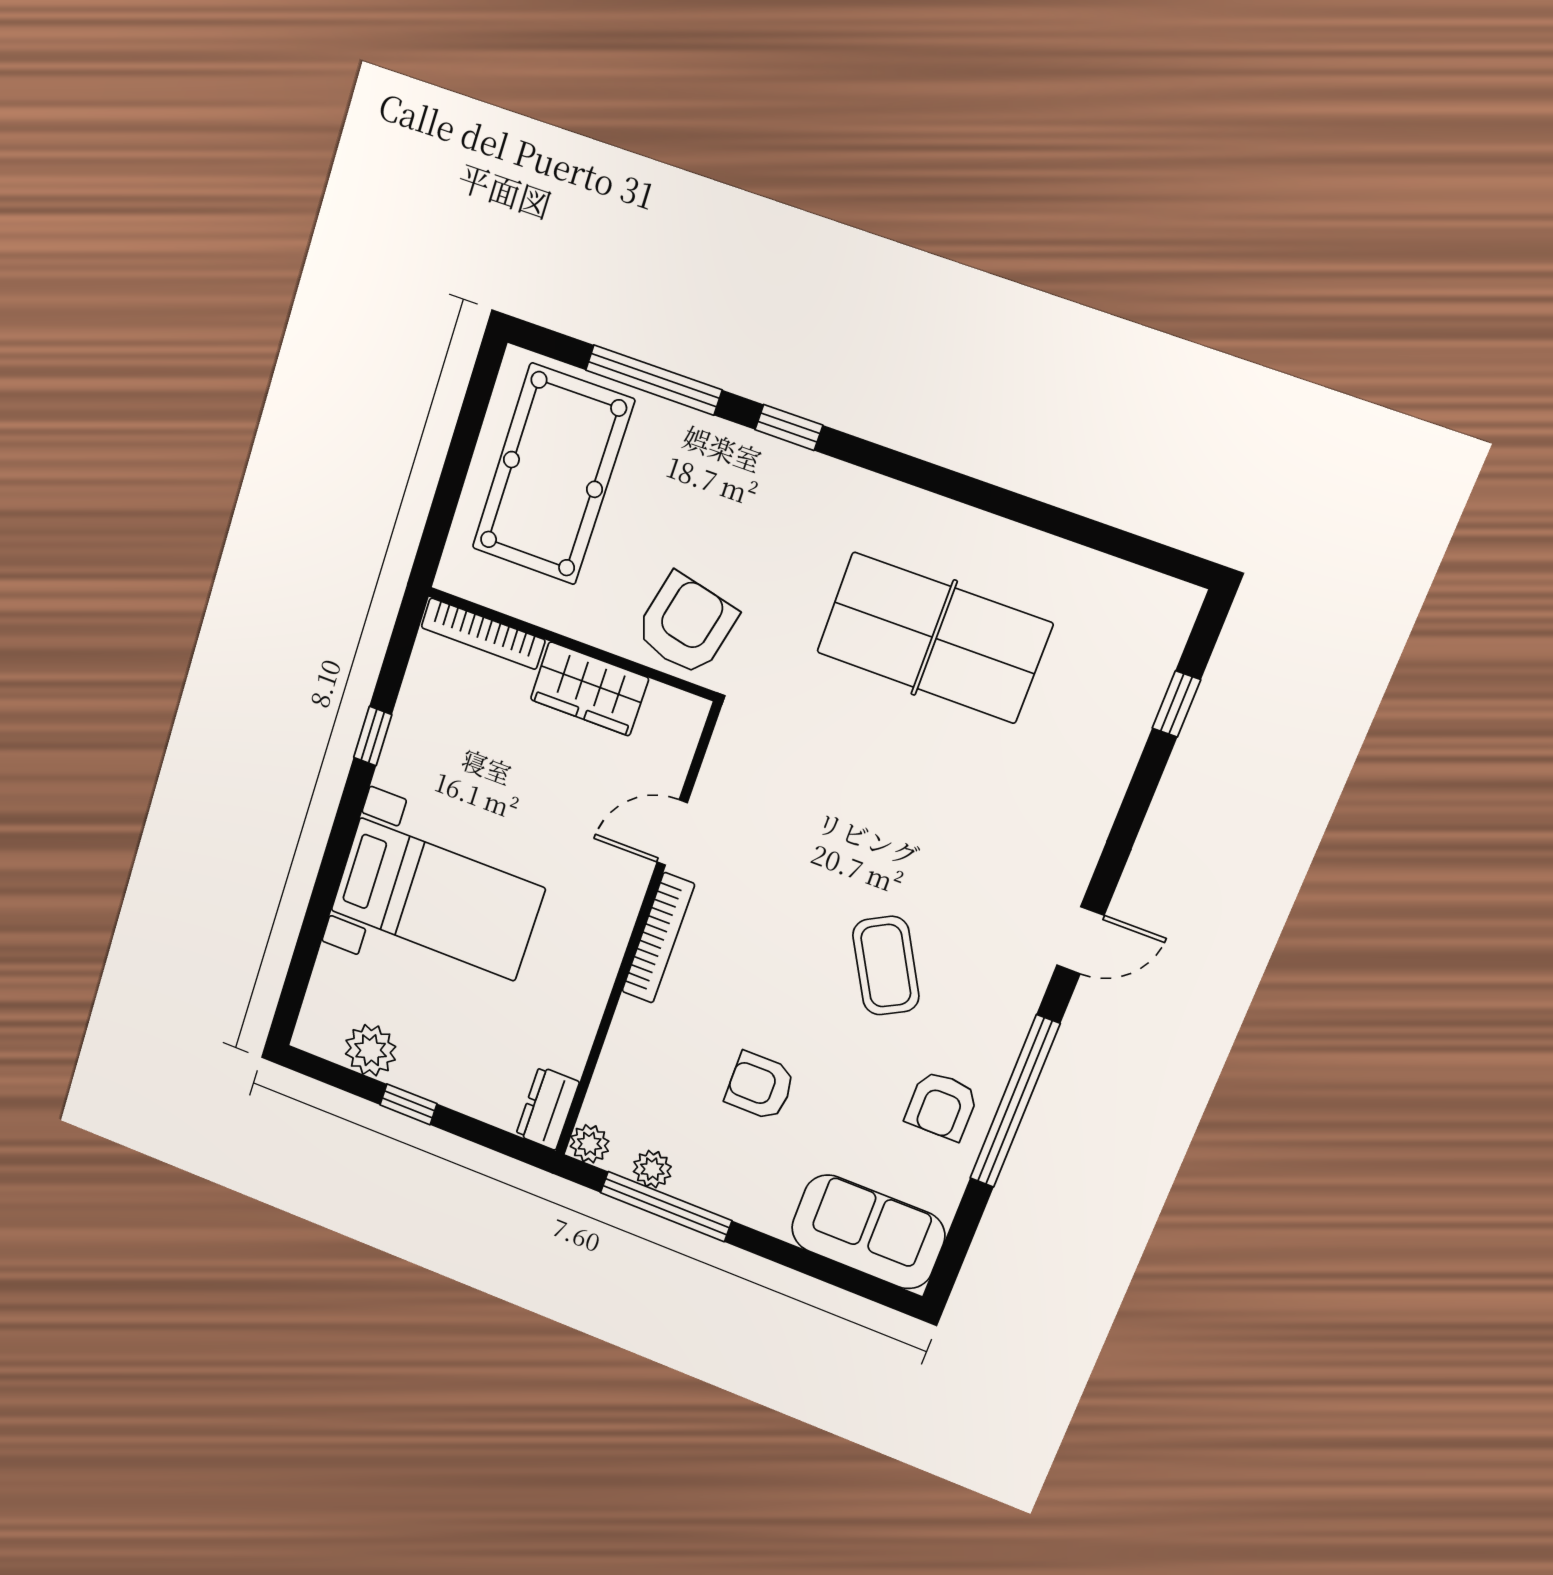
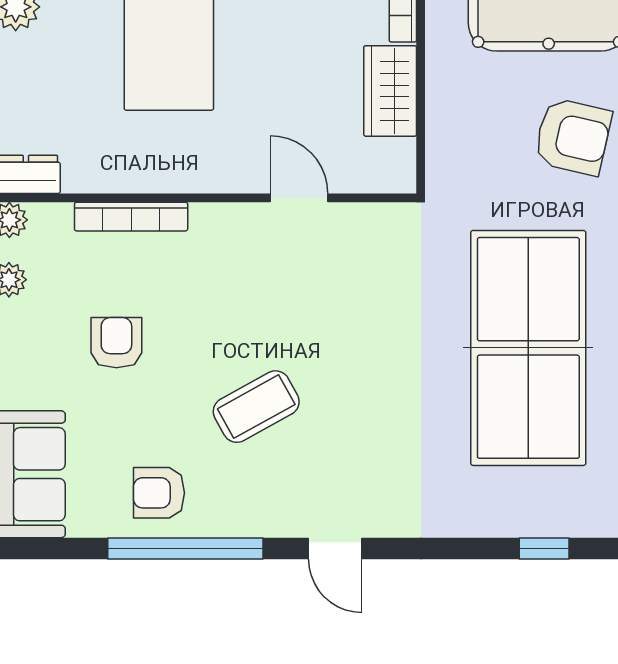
armchair: (686, 625) -> (573, 137), moved
table tennis table: (934, 638) -> (528, 348), width x1.36, depth x1.32
bookcase: (658, 938) -> (131, 217), moved

